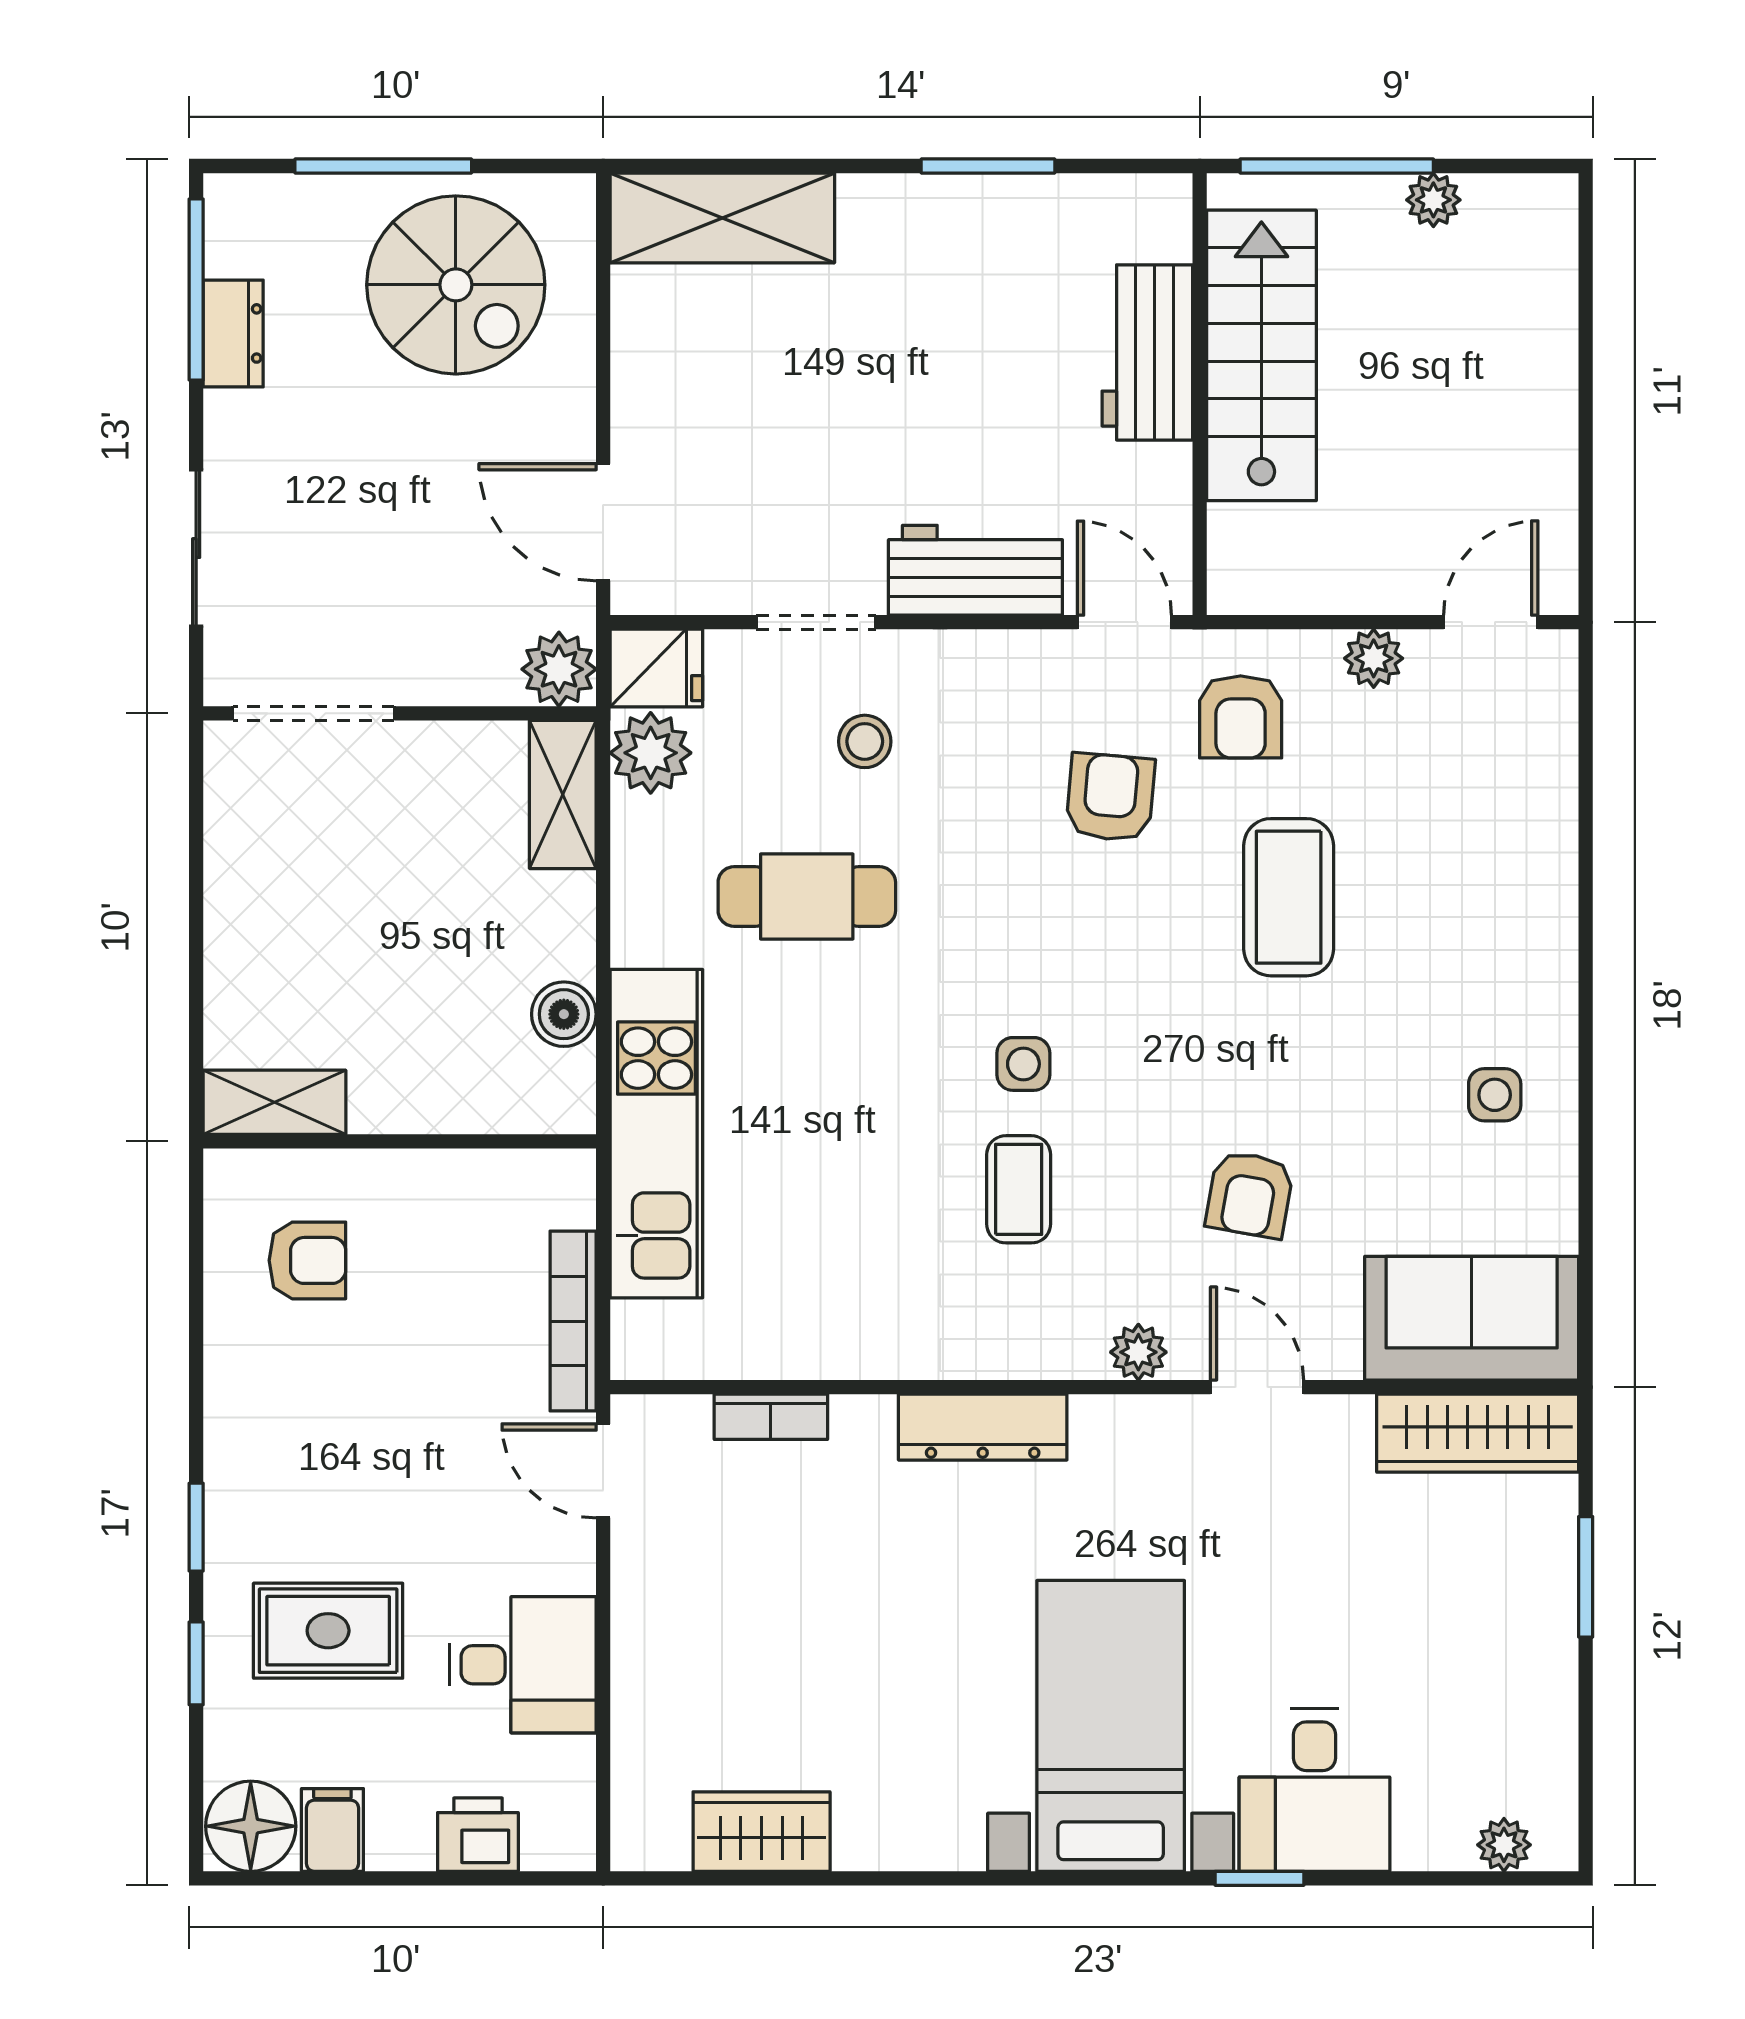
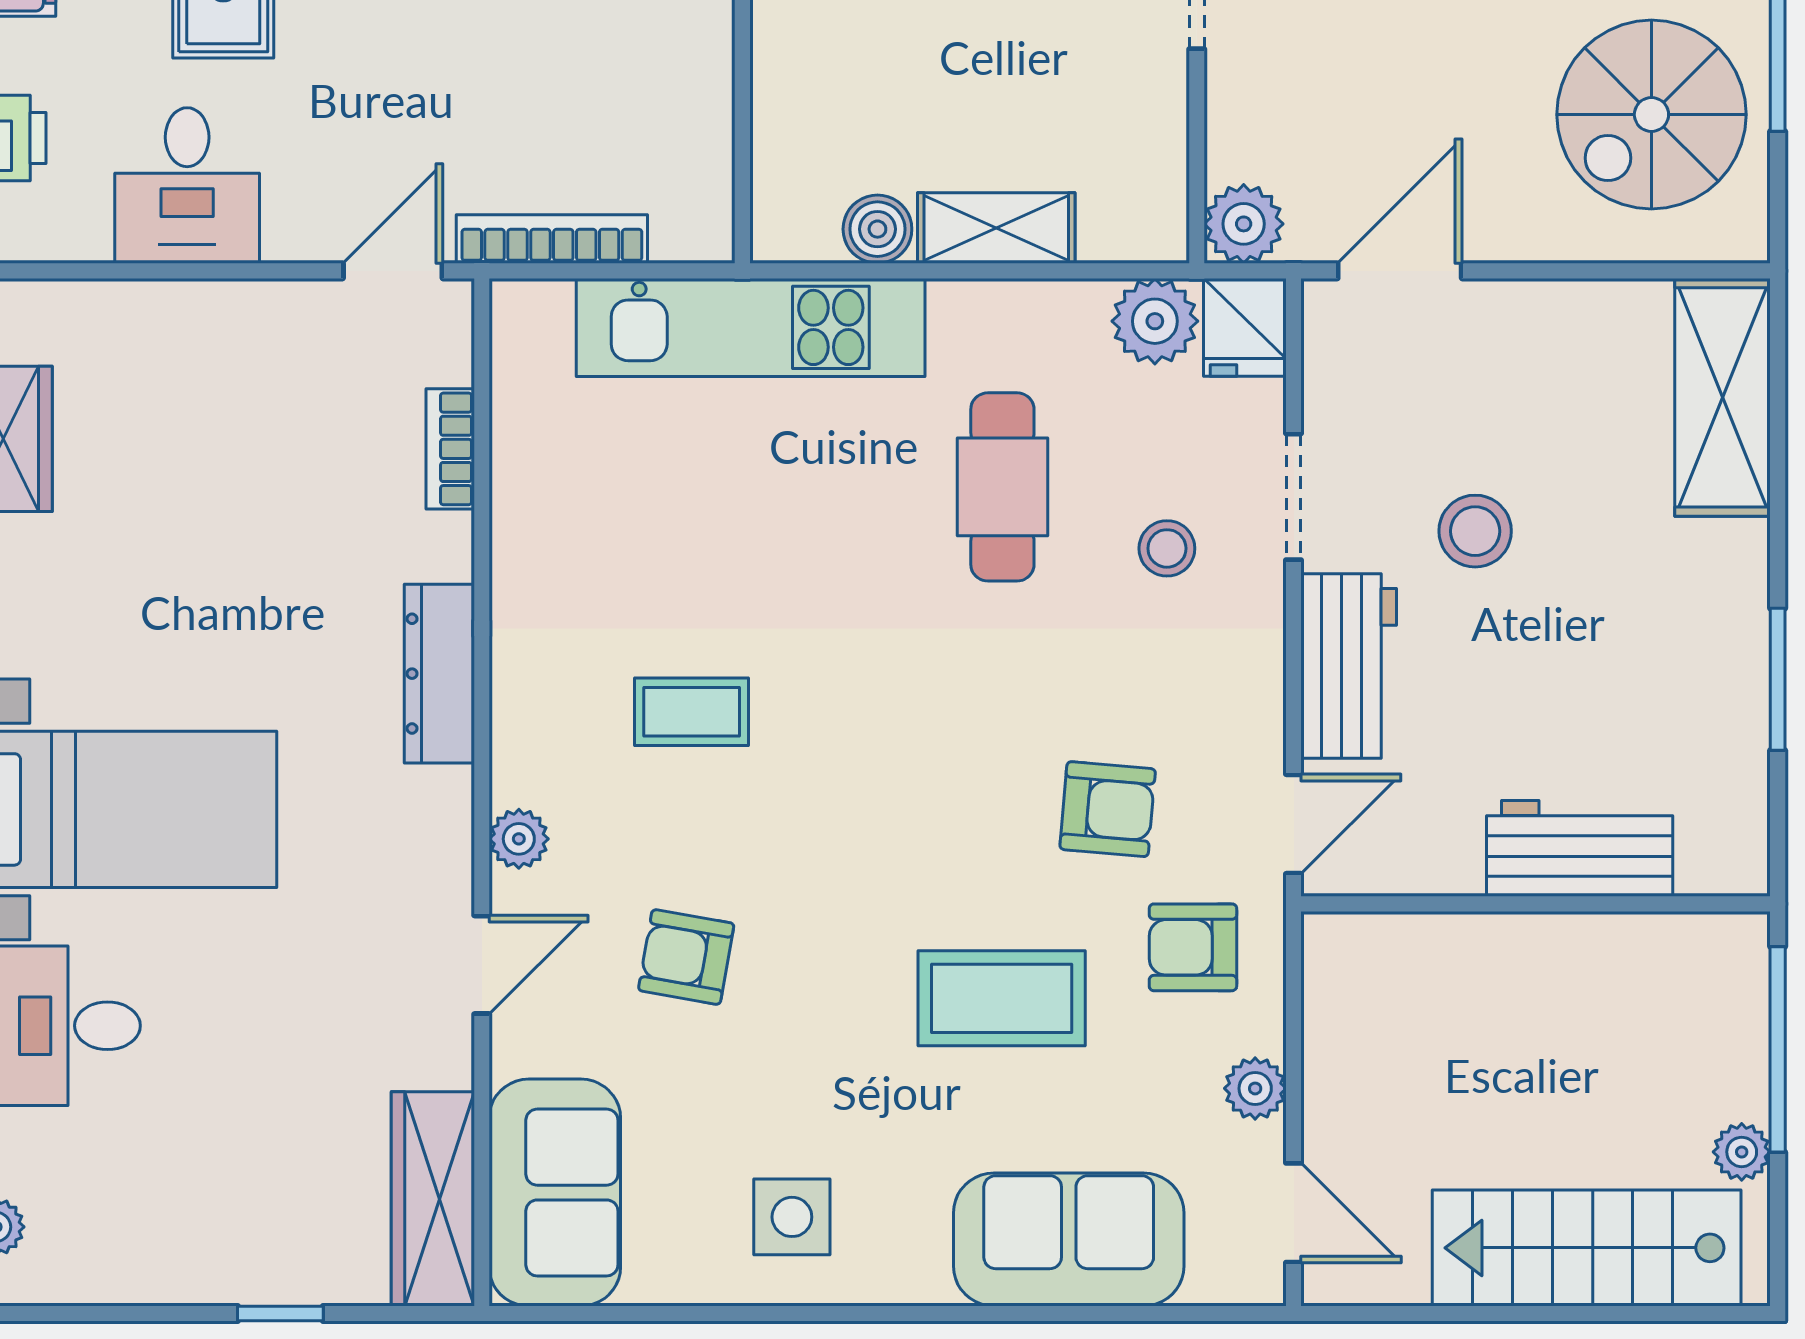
stairs: (1261, 355) -> (1587, 1248), moved, turned 180
stool: (848, 451) -> (1475, 531), added
shelving: (563, 795) -> (996, 228), moved
sofa: (1516, 834) -> (1069, 1240), added
side table: (1023, 1064) -> (825, 717), removed
side table: (1495, 1095) -> (792, 1217), width x1.37, depth x1.37
window: (1586, 1577) -> (280, 1314), width x0.67

